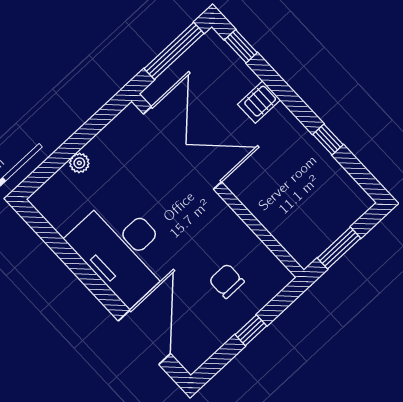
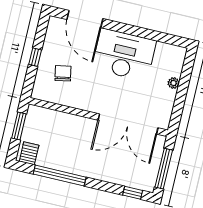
server rack: (259, 102) -> (29, 153), moved
window: (328, 140) -> (60, 176), width x3.17
chair: (227, 281) -> (63, 73), turned -101

